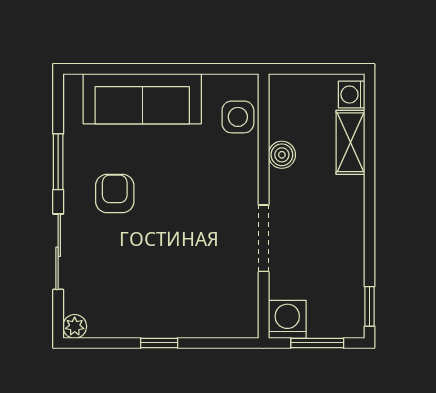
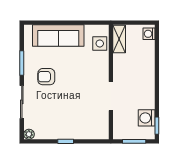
shelving: (350, 142) -> (119, 39), moved
boiler: (282, 155) -> (119, 60), removed
armchair: (115, 193) -> (46, 77), turned -90
washing machine: (287, 319) -> (147, 118), moved, turned -90

